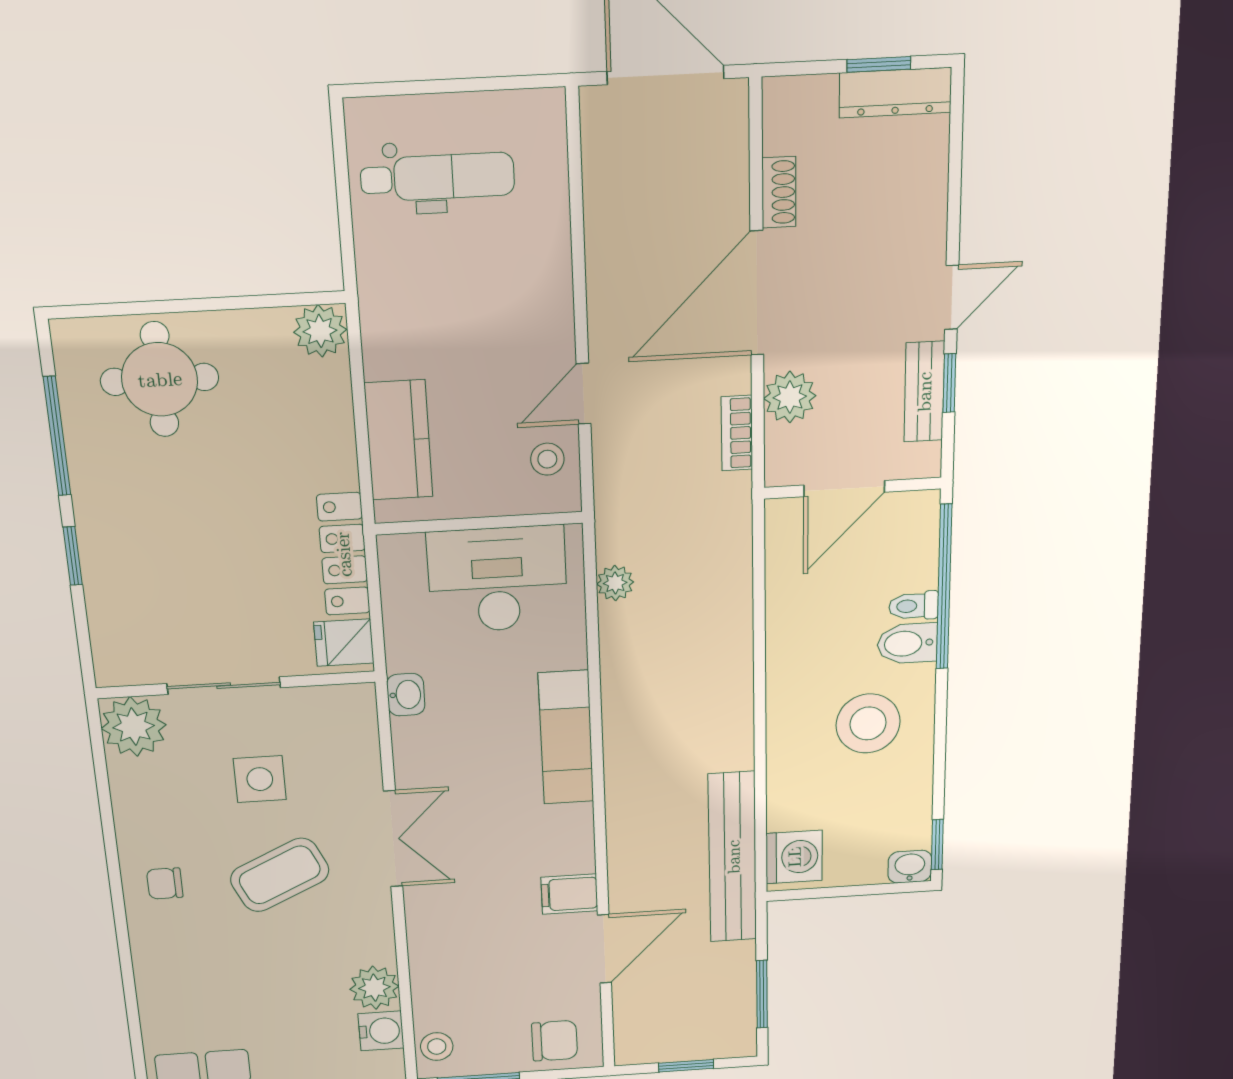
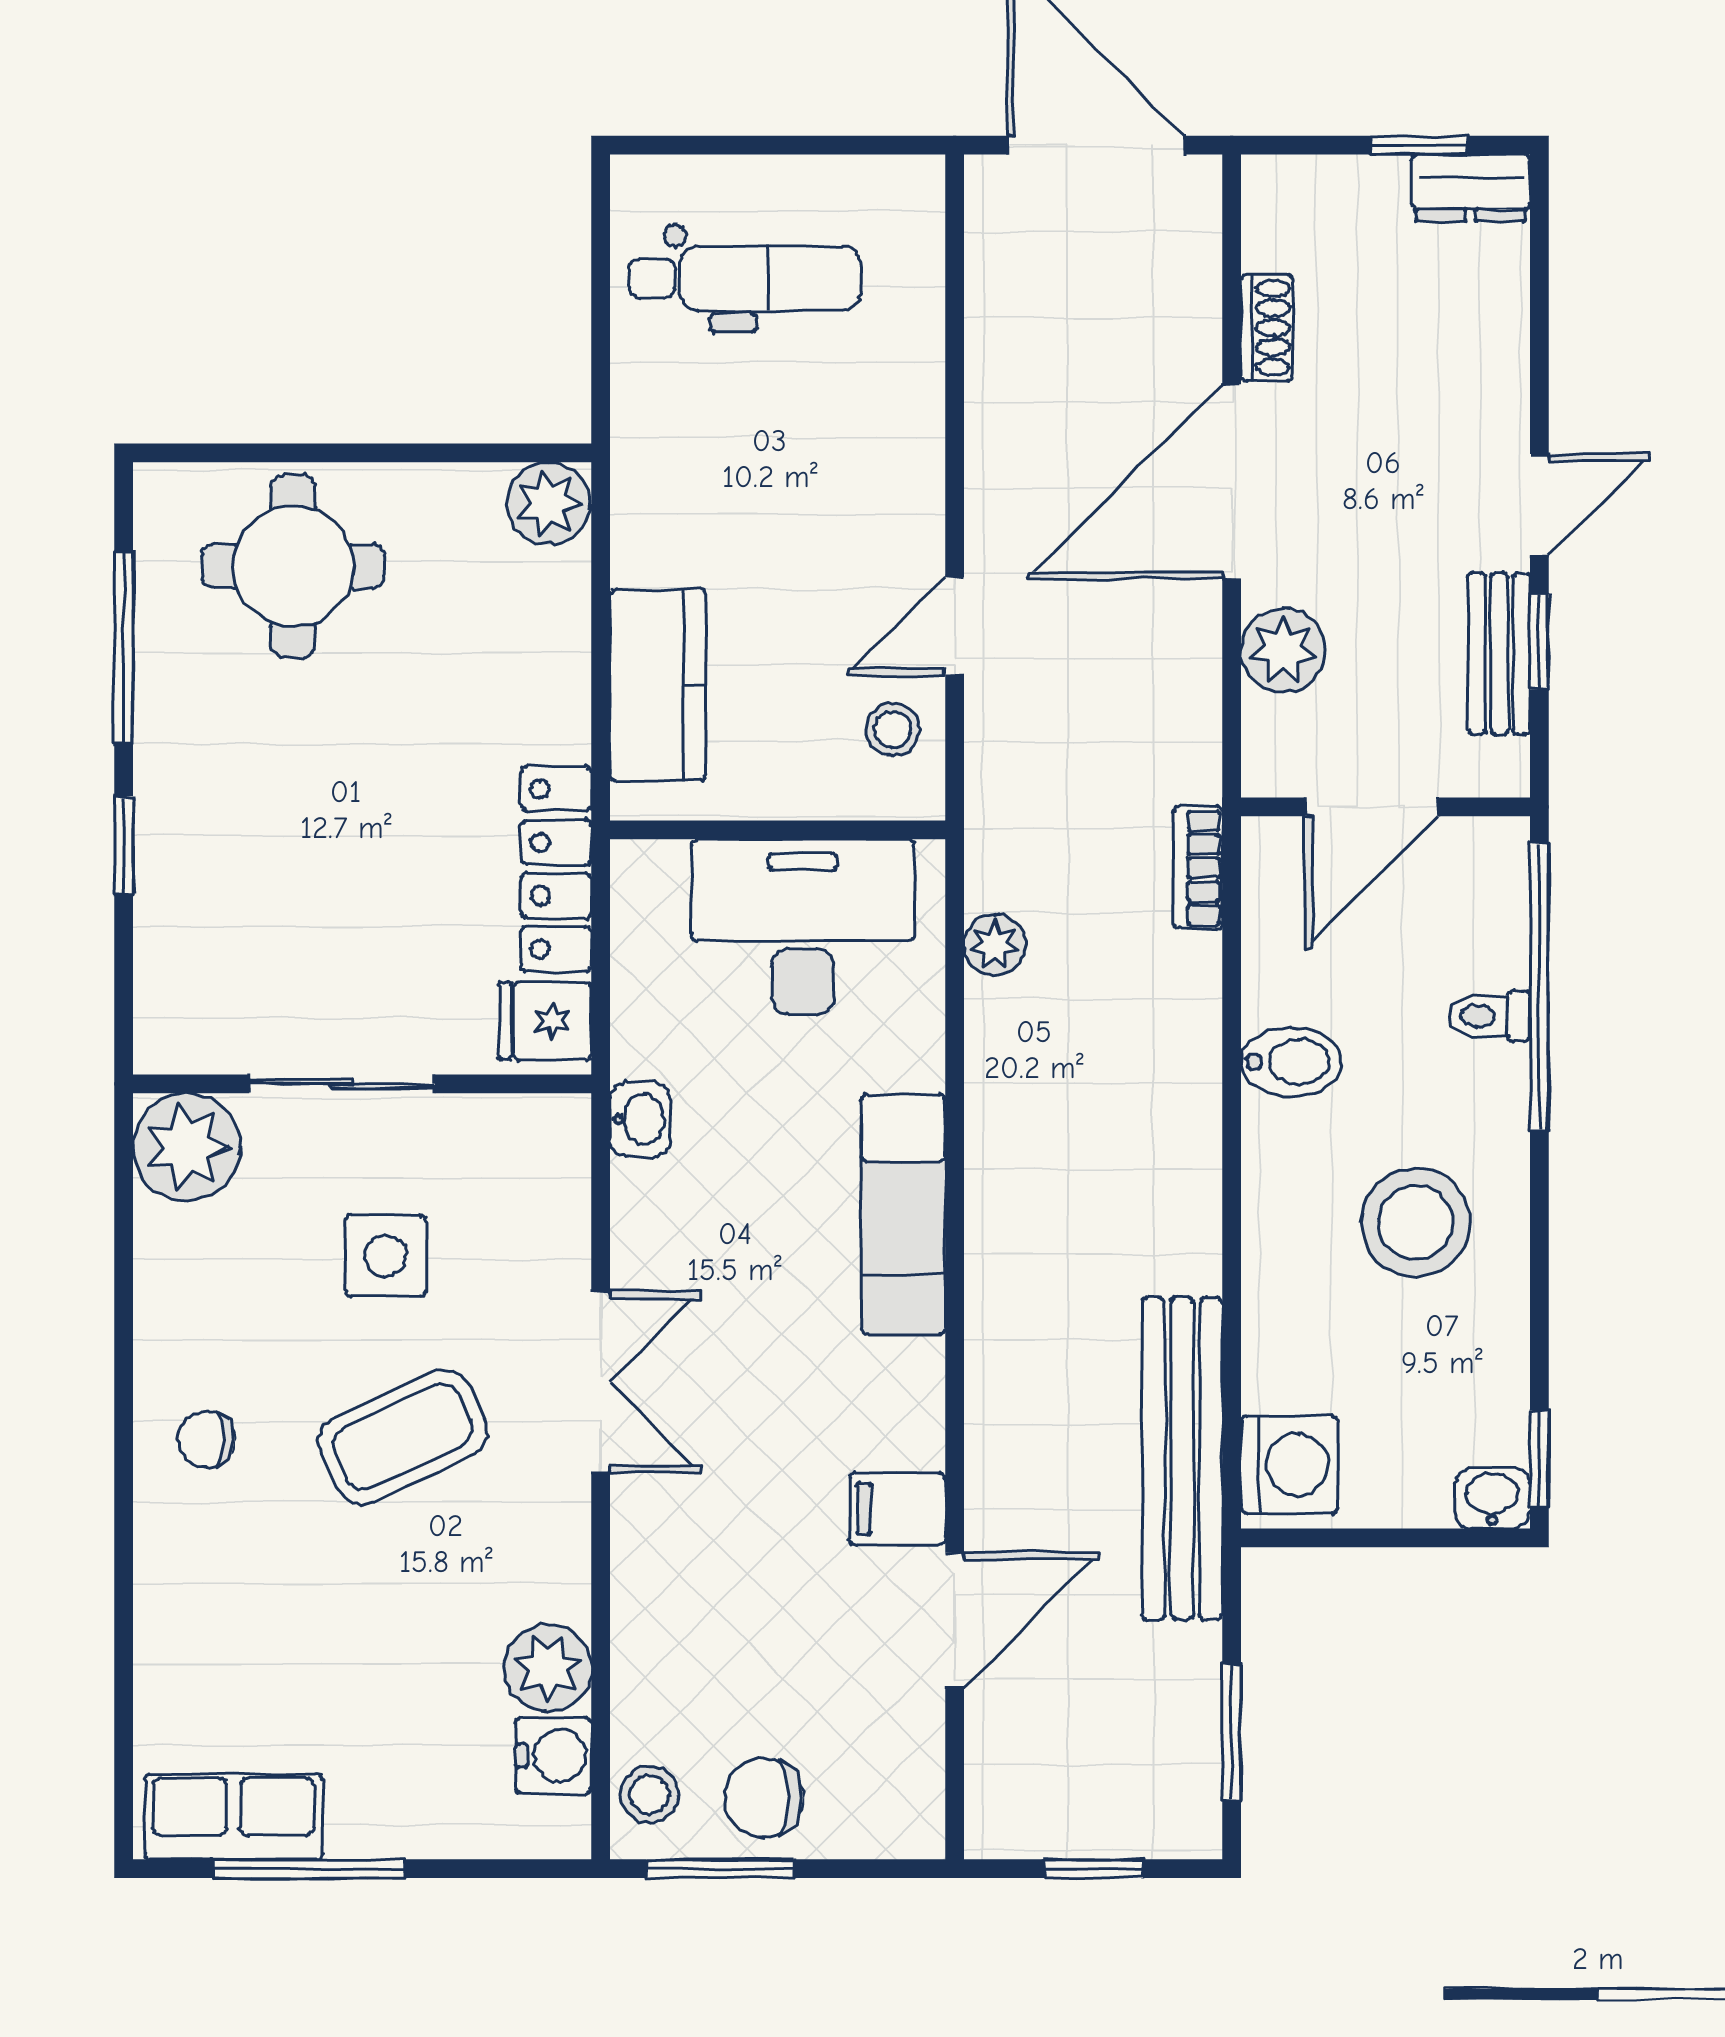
dresser: (895, 93) -> (1471, 188), width x0.70
bookcase: (737, 433) -> (1198, 868), moved
bidet: (907, 643) -> (1291, 1062), moved, turned 180
chair: (555, 1041) -> (764, 1798), moved, turned 180

